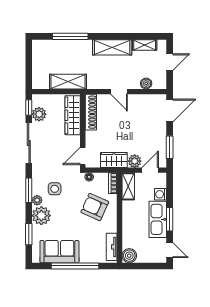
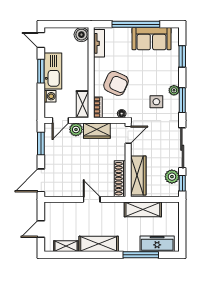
freezer: (54, 47) -> (157, 244), added
boiler: (146, 83) -> (64, 207), removed
plant: (41, 216) -> (170, 75), removed

